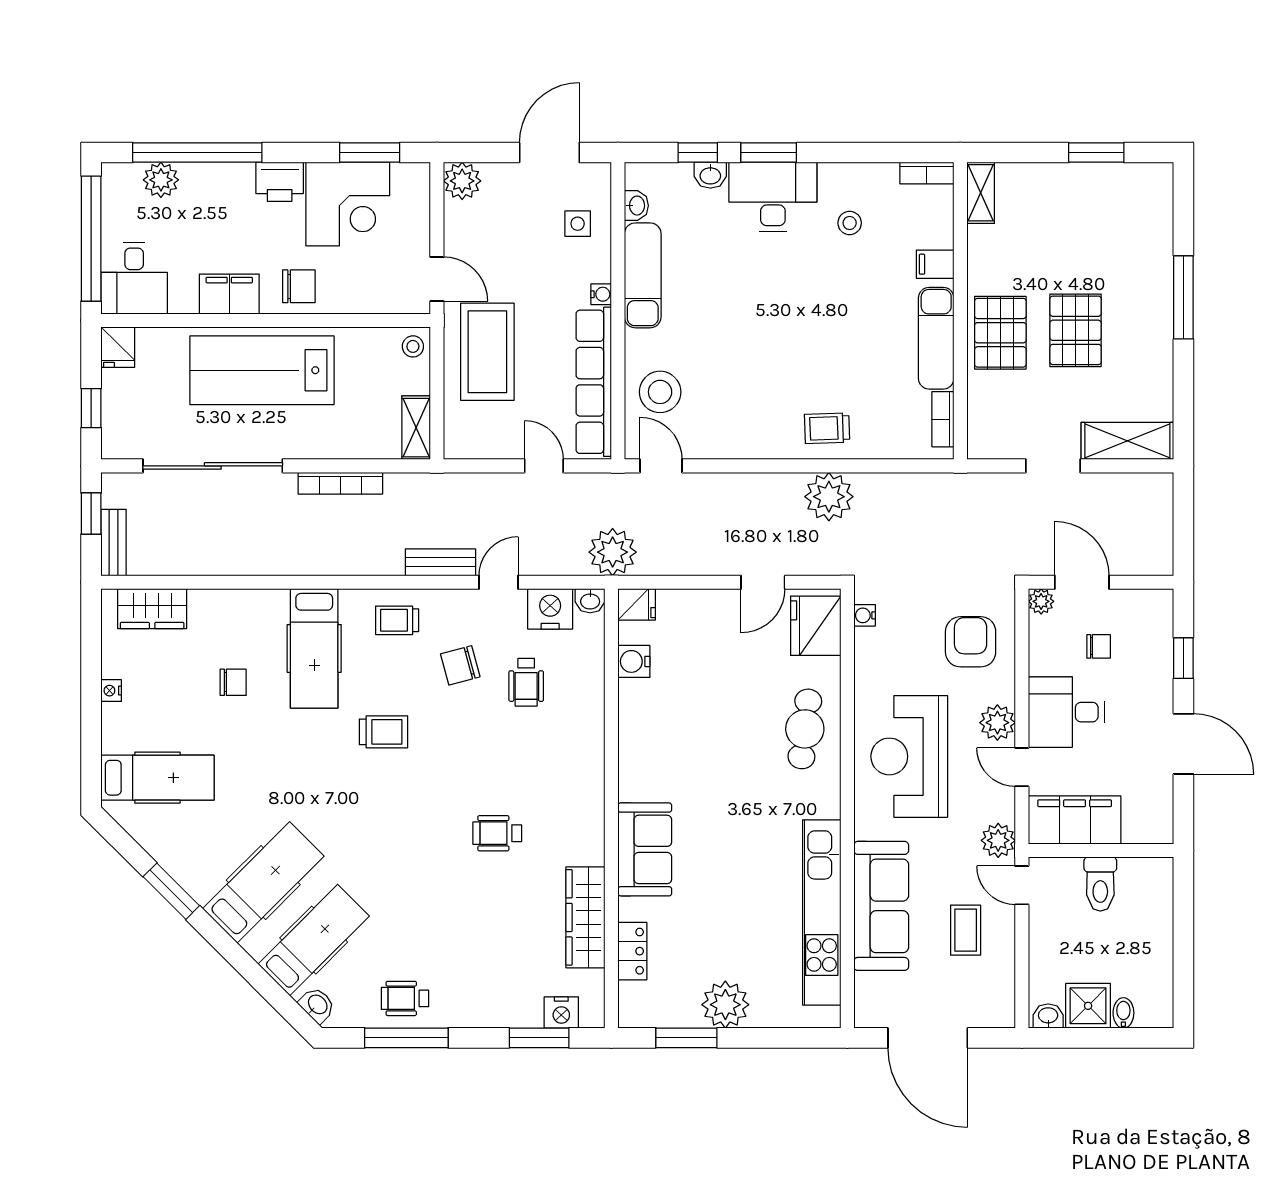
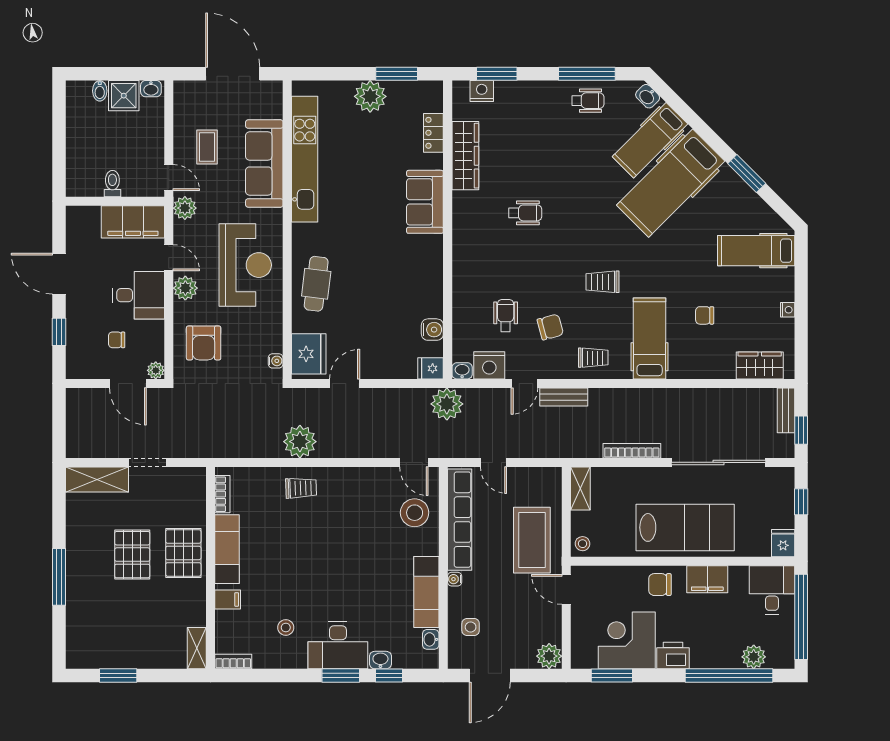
hospital bed: (263, 882) -> (671, 183), width x1.37, depth x1.29
toilet: (1100, 884) -> (112, 184), width x0.73, depth x0.72

